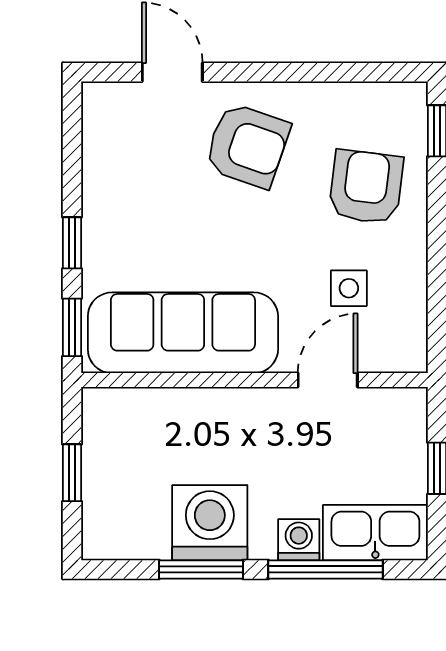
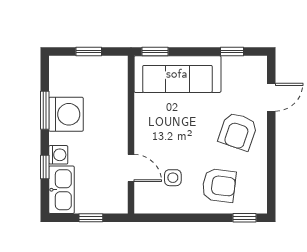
window: (72, 243) -> (232, 52), moved
sofa: (183, 333) -> (177, 74), moved, turned 90
window: (326, 569) -> (45, 167), width x0.46

